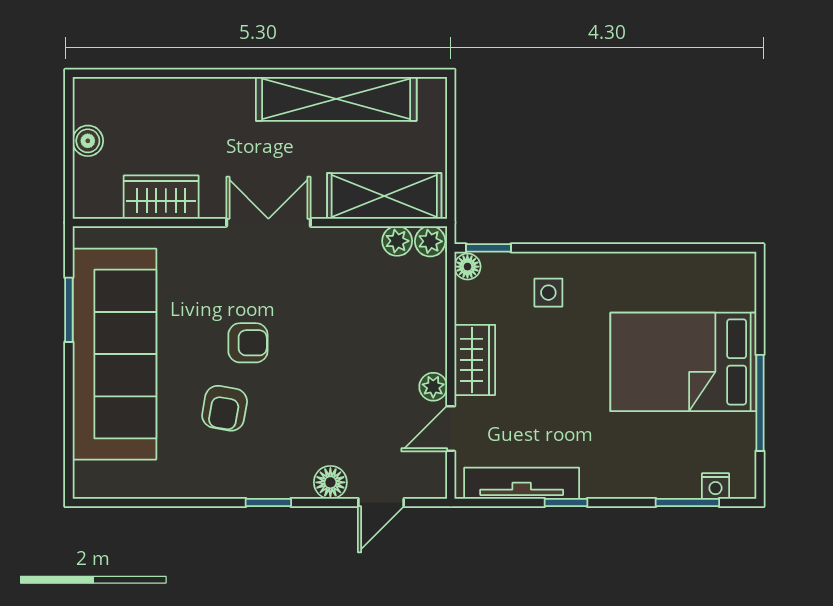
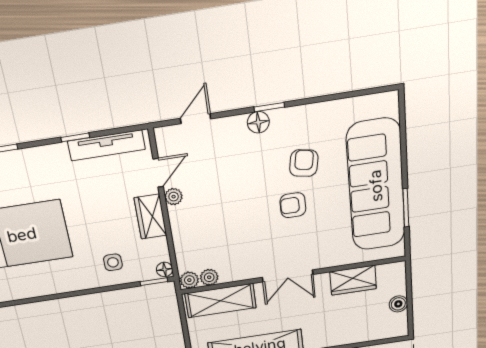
floor lamp: (330, 482) -> (258, 122), moved

